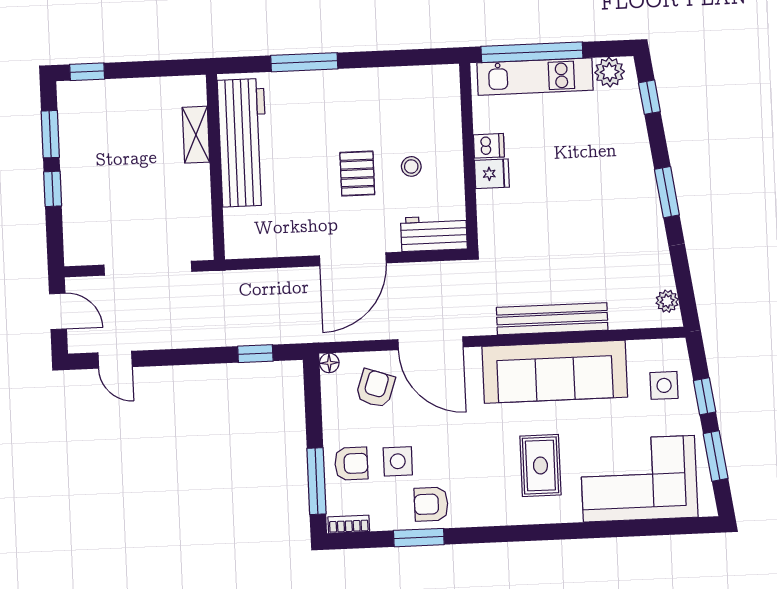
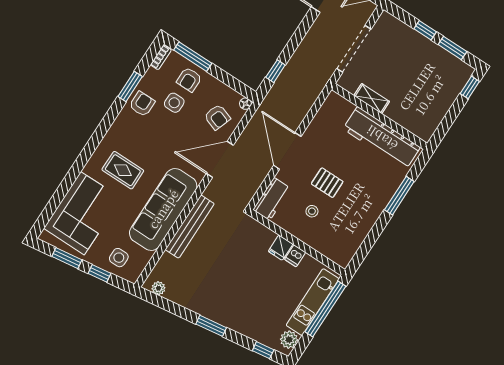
shelving: (196, 135) -> (372, 99), moved

